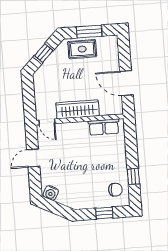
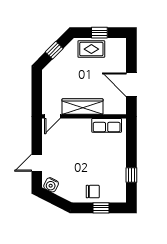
window: (89, 32) -> (99, 33), width x0.67
door: (47, 122) -> (52, 116), hinge flipped
door: (33, 158) -> (37, 163), moved
chair: (115, 190) -> (93, 192), moved

